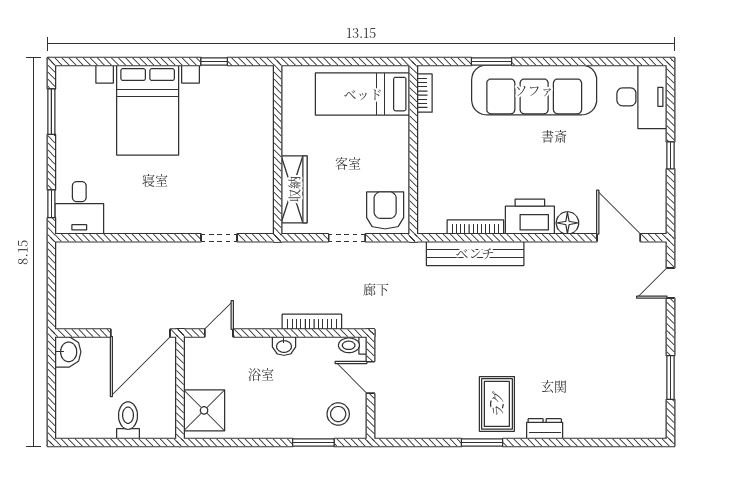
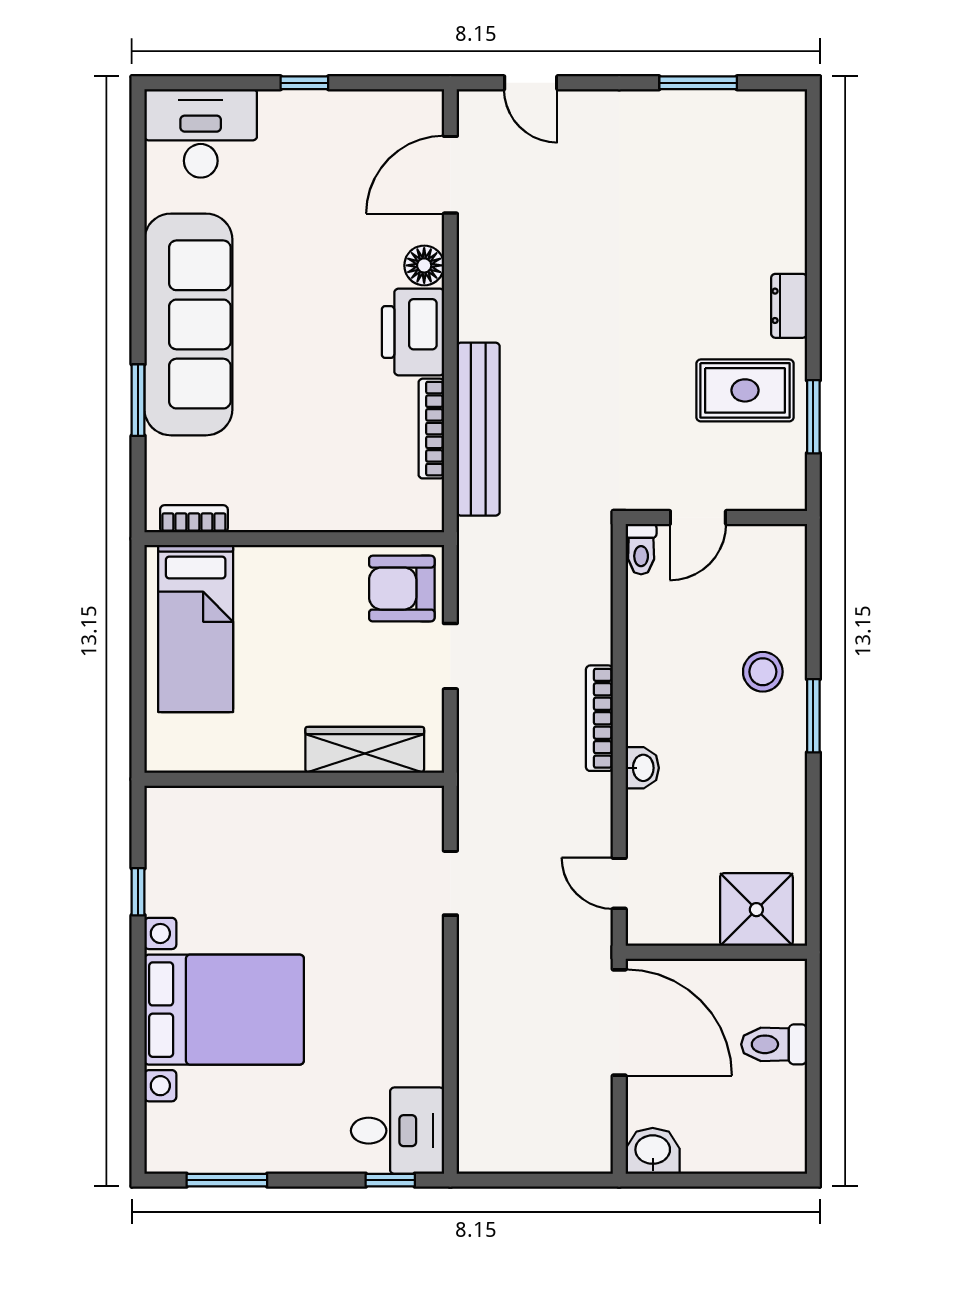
toilet: (353, 345) -> (641, 549), moved
door: (370, 377) -> (698, 518), moved
wall: (370, 388) -> (716, 518), moved

